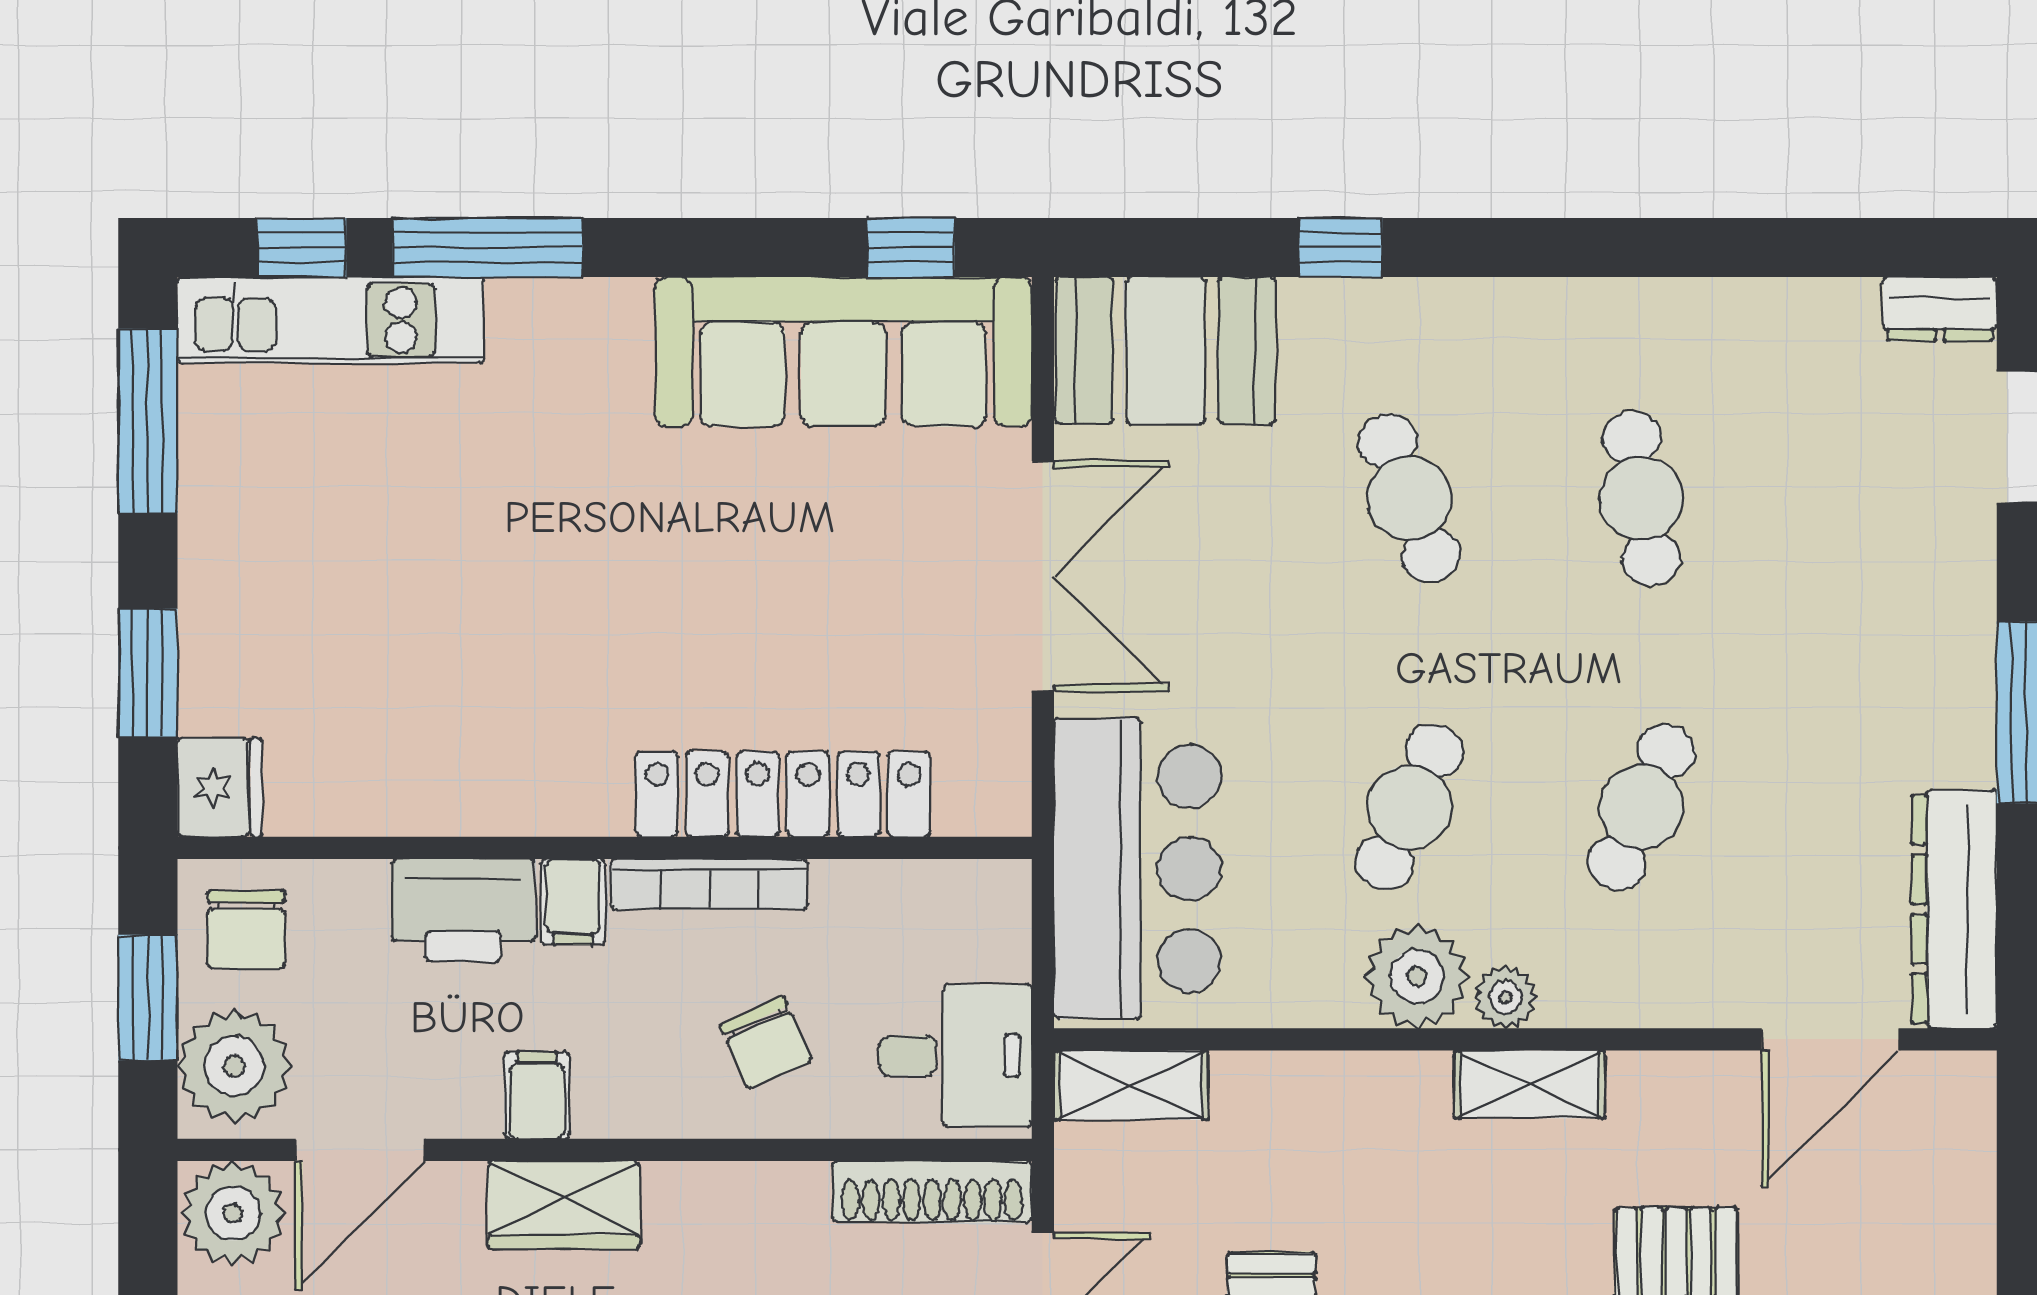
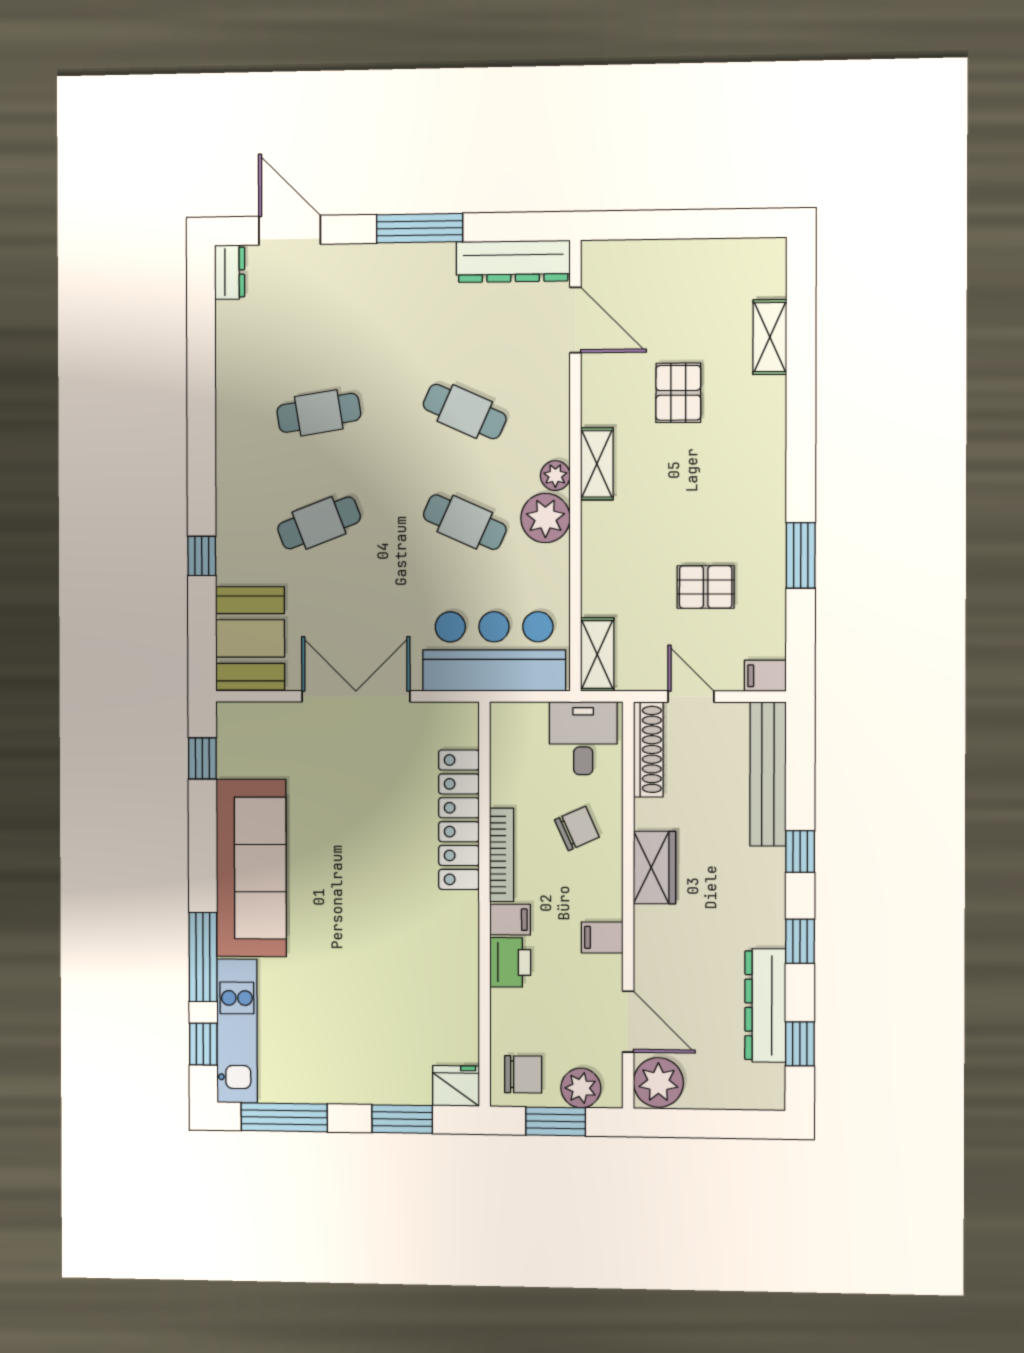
sofa: (843, 352) -> (251, 868), moved
printer: (463, 910) -> (510, 962), width x0.73, depth x0.84
plant: (234, 1066) -> (581, 1088), width x0.73, depth x0.73
wardrobe: (564, 1205) -> (655, 868), moved

